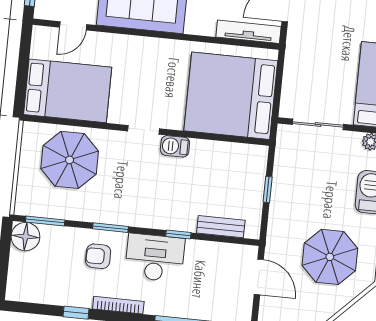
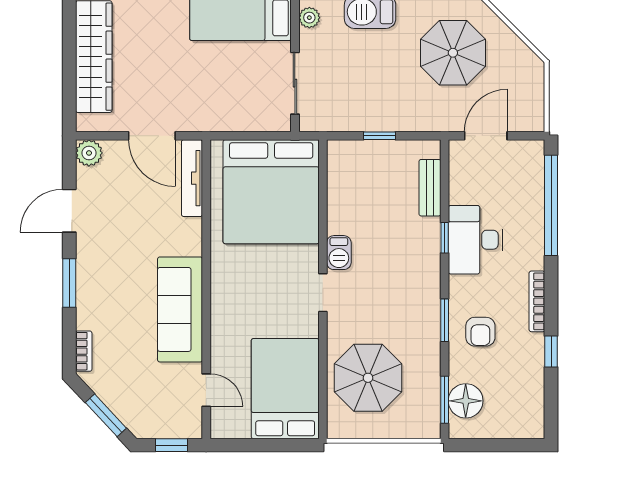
floor lamp: (25, 237) -> (466, 401), moved
desk: (155, 258) -> (475, 240), moved

